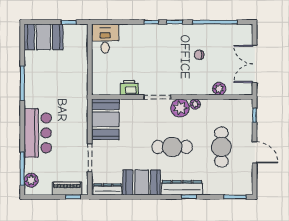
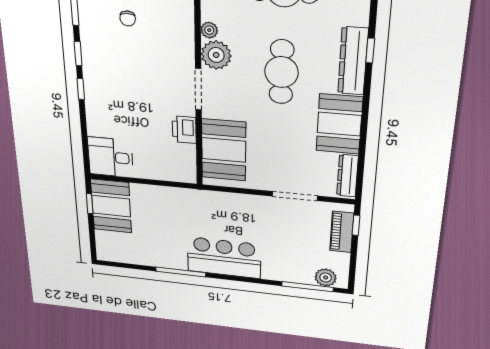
booth: (43, 37) -> (111, 206), moved
booth: (105, 119) -> (224, 150), moved, turned 90
bar counter: (38, 133) -> (224, 258), moved

